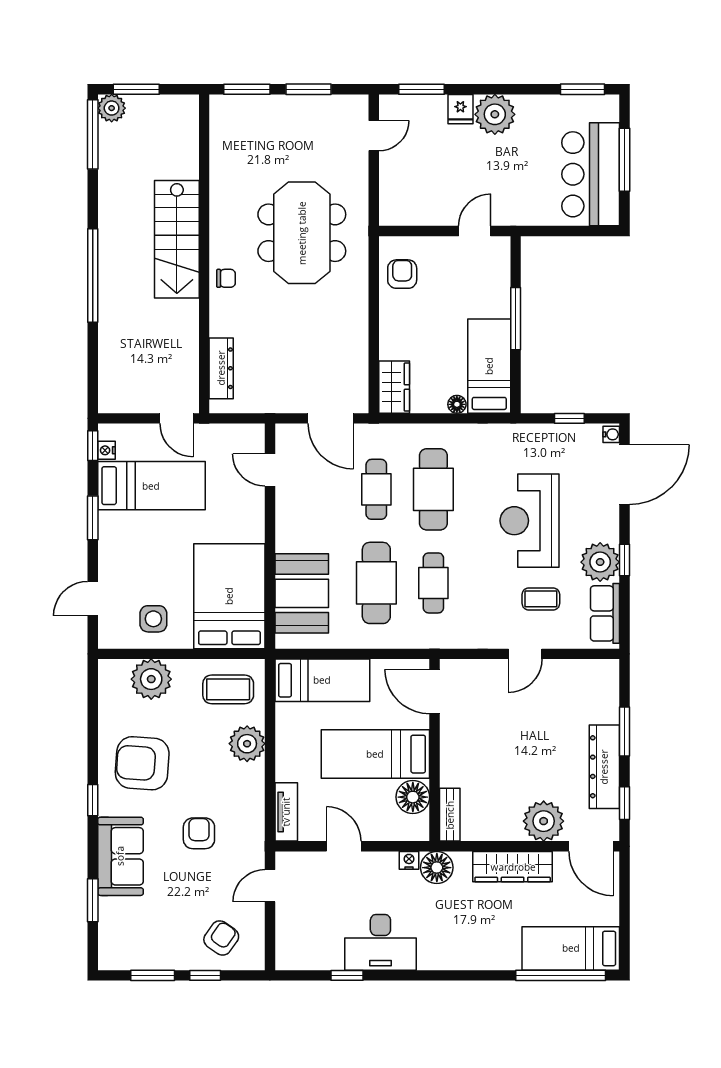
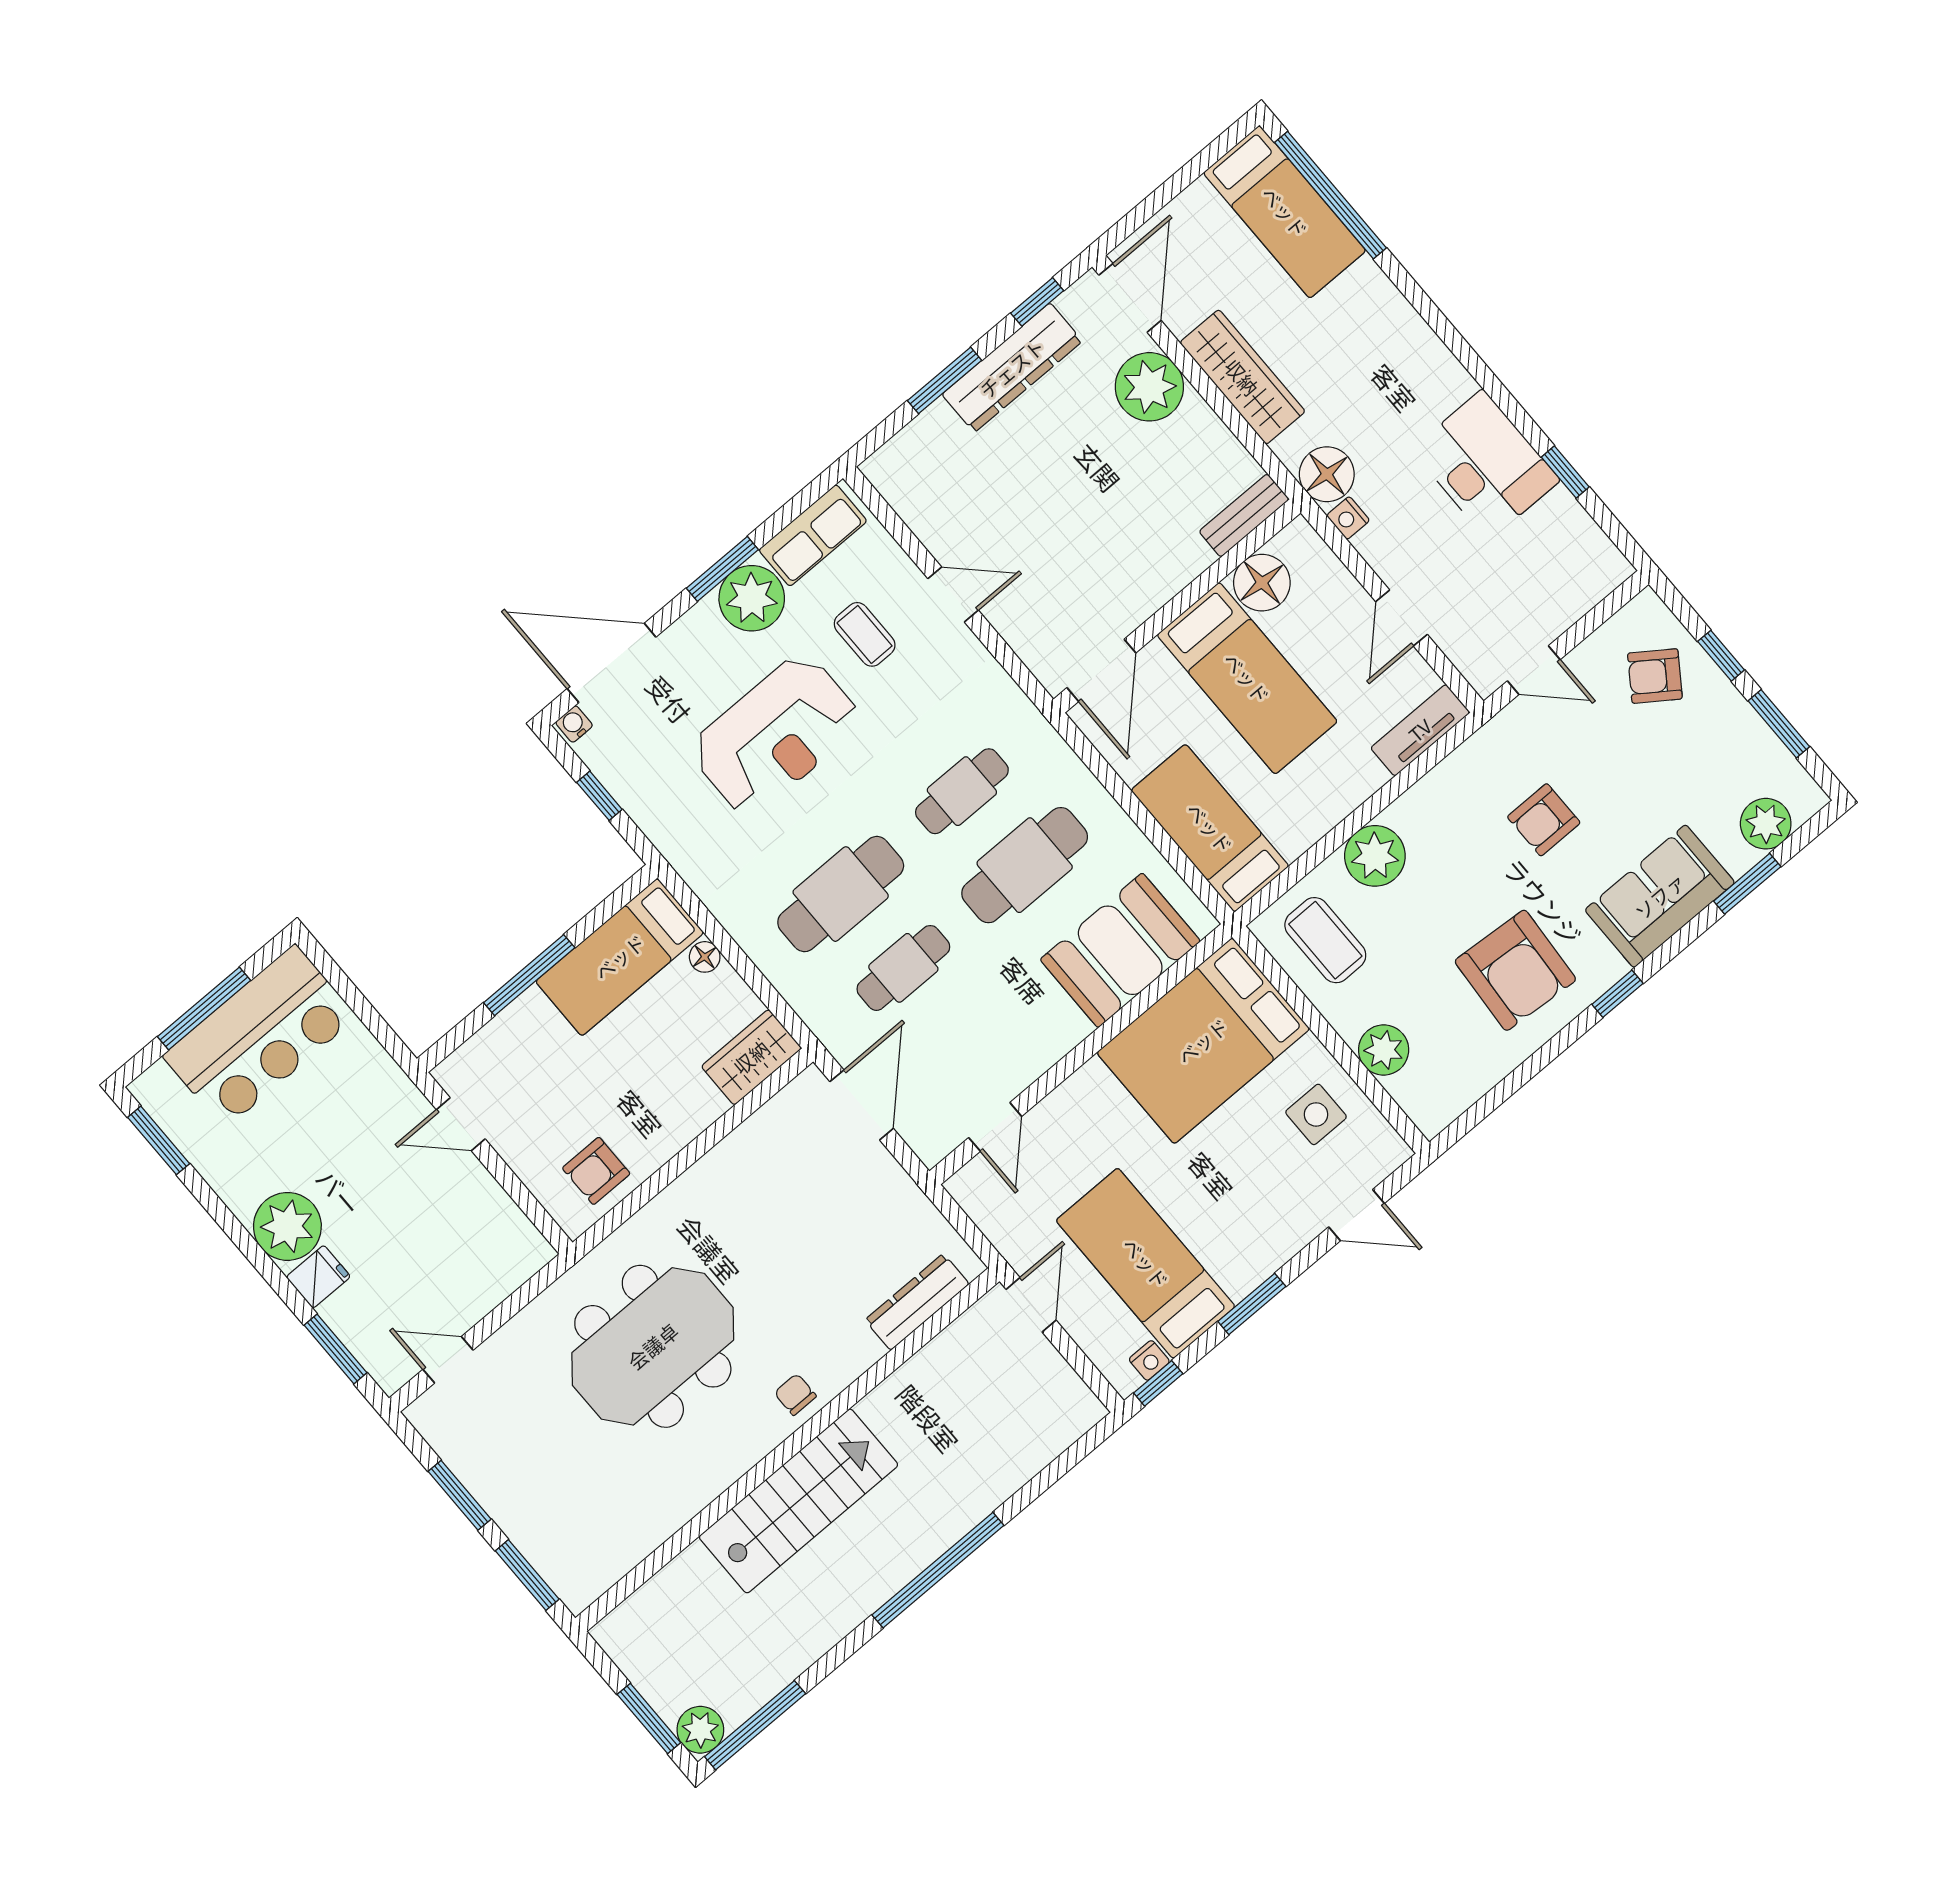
window: (624, 560) -> (722, 569), width x1.50
plant: (151, 679) -> (1384, 1050), width x0.73, depth x0.73
plant: (113, 932) -> (1766, 824), added

